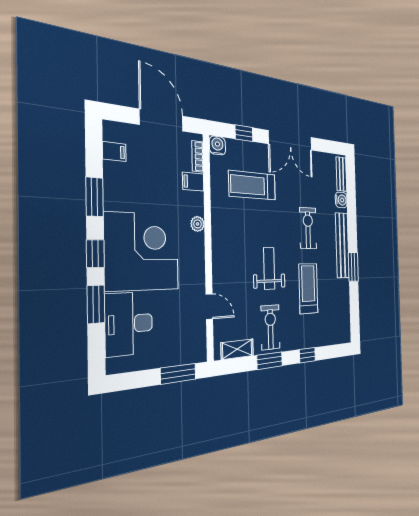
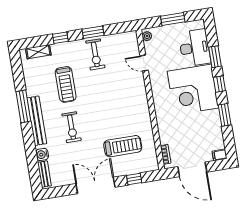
water cooler: (217, 145) -> (153, 165), removed
filing cabinet: (114, 152) -> (220, 155), moved
filing cabinet: (193, 182) -> (166, 138), removed
plant: (198, 224) -> (147, 36), moved
window: (353, 267) -> (23, 106), width x1.44
weight bench: (269, 268) -> (102, 93), removed
shelving: (237, 349) -> (38, 52), moved
window: (178, 374) -> (173, 19), moved

